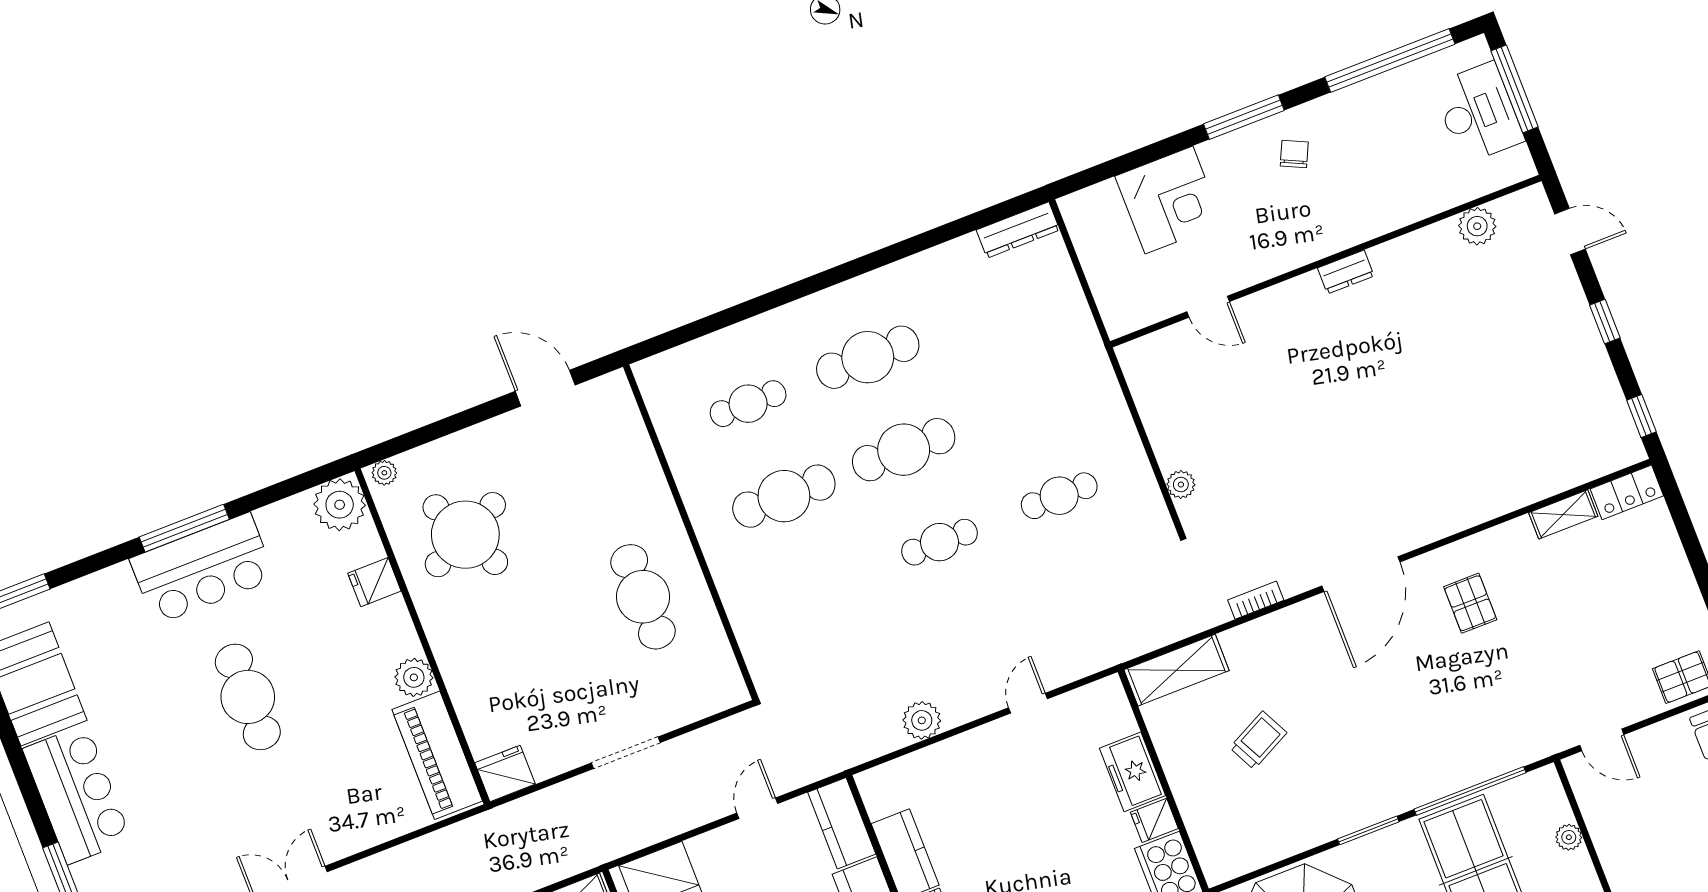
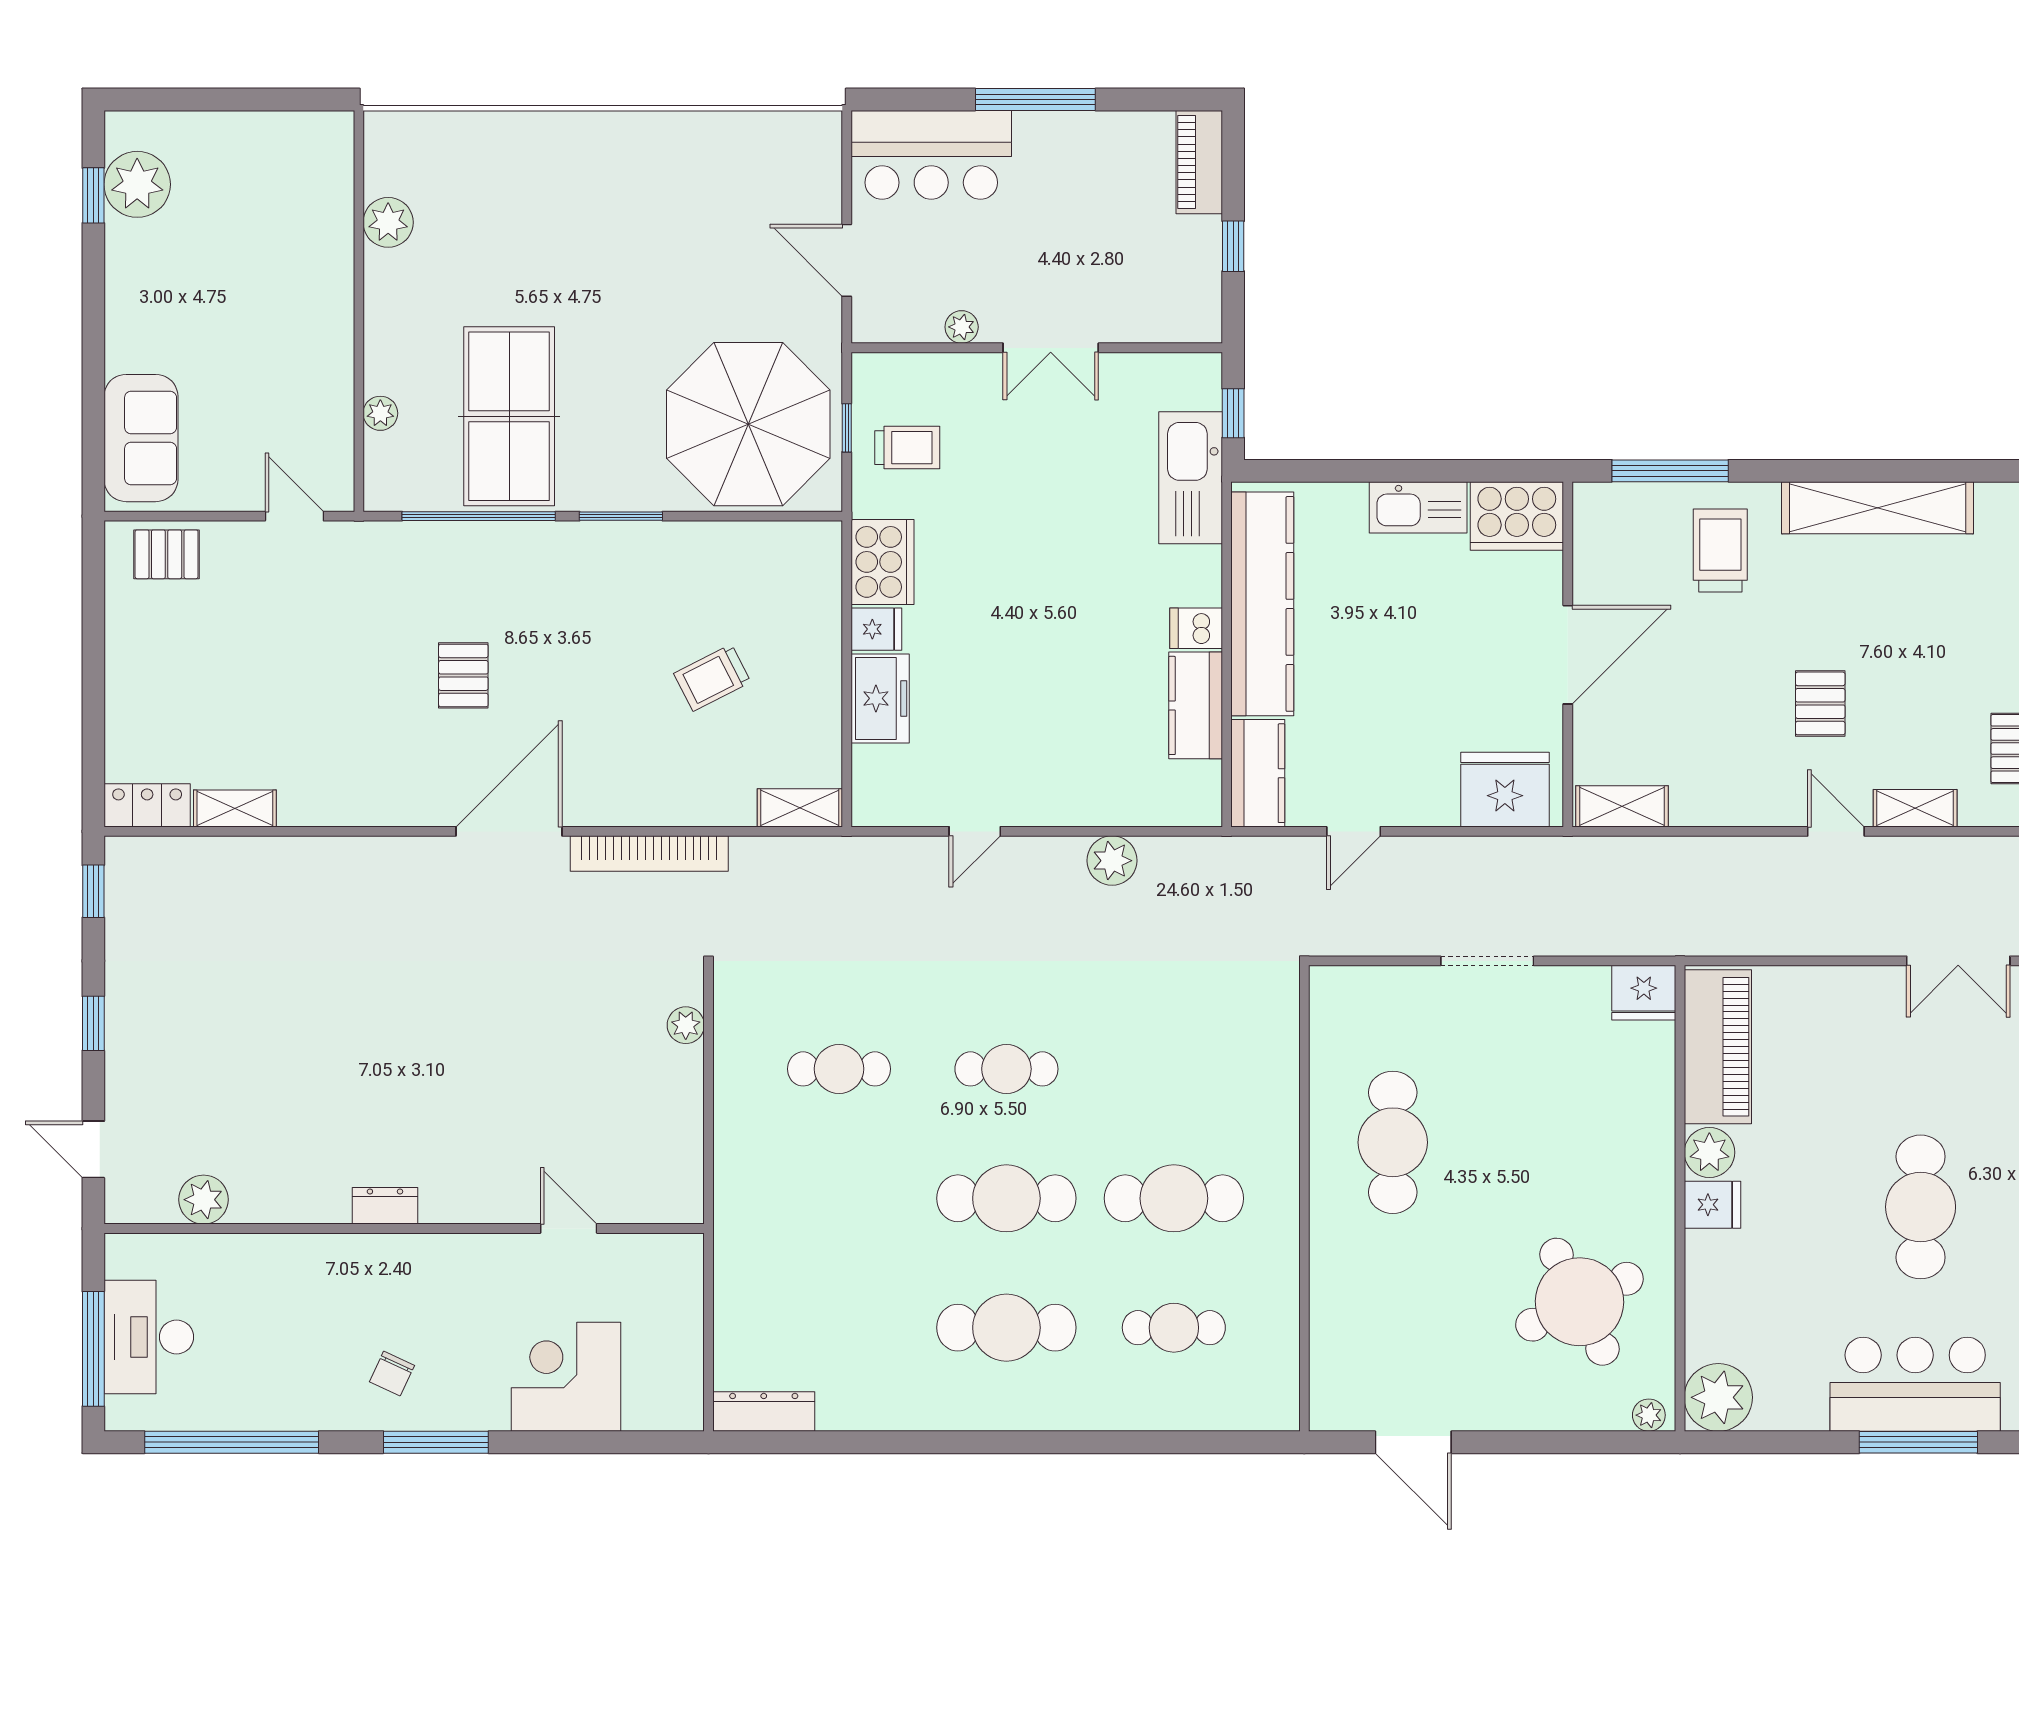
fridge: (374, 582) -> (1712, 1205), moved
bookcase: (1256, 600) -> (649, 854), width x2.31, depth x1.31
pallet: (1470, 603) -> (463, 675), moved
shelving: (1177, 670) -> (800, 808), width x0.67, depth x0.75

